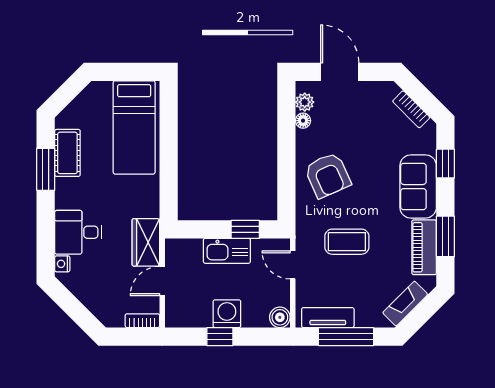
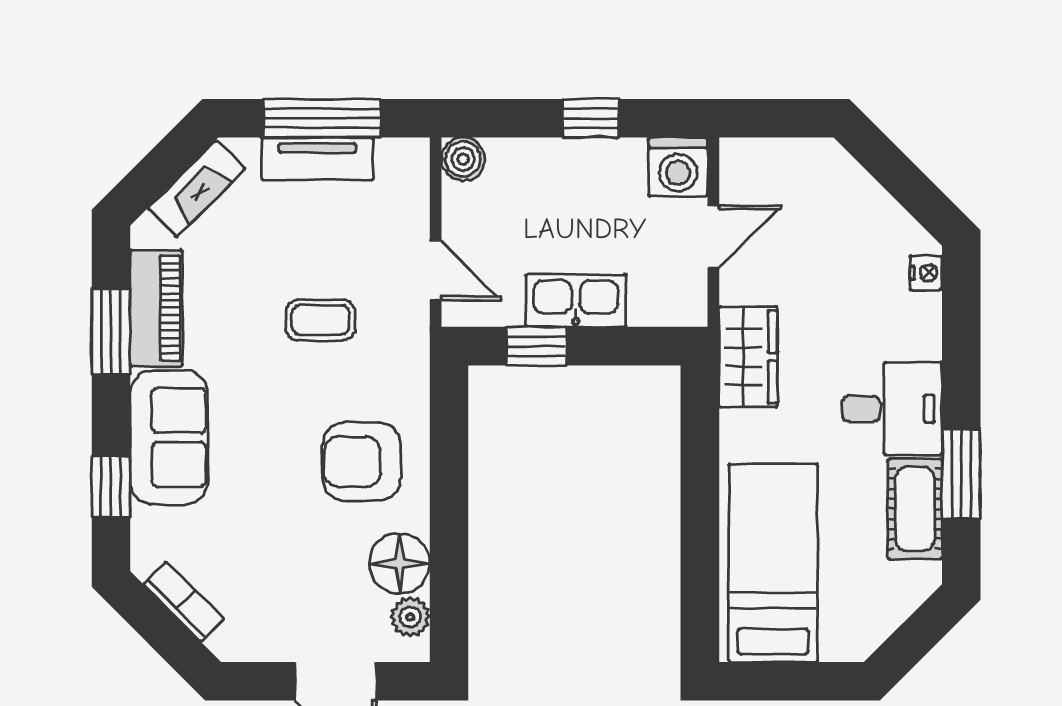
floor lamp: (303, 121) -> (400, 563), width x1.89, depth x1.89
armchair: (328, 175) -> (362, 462), turned -66
desk: (78, 232) -> (892, 409), moved
wardrobe: (146, 242) -> (748, 357), moved
coffee table: (347, 242) -> (320, 320), width x0.73, depth x0.77
washing machine: (227, 314) -> (678, 167), moved
tv unit: (328, 318) -> (317, 159), moved
bookcase: (142, 321) -> (756, 152), removed

